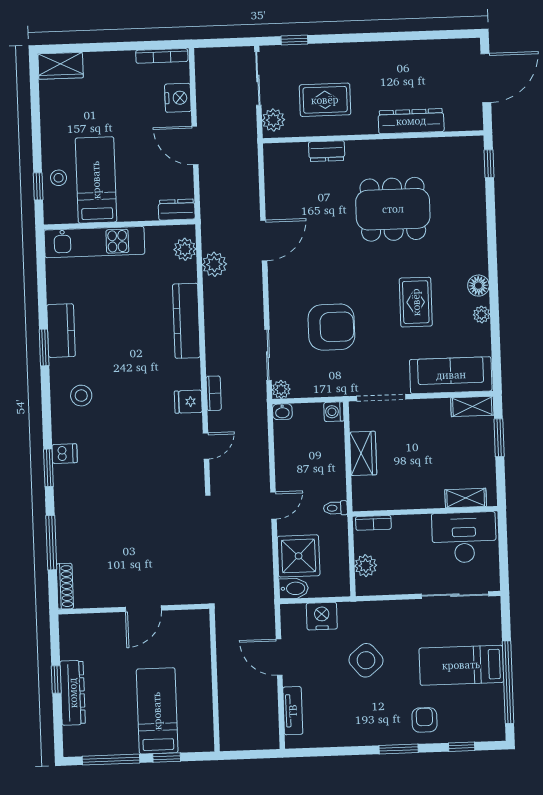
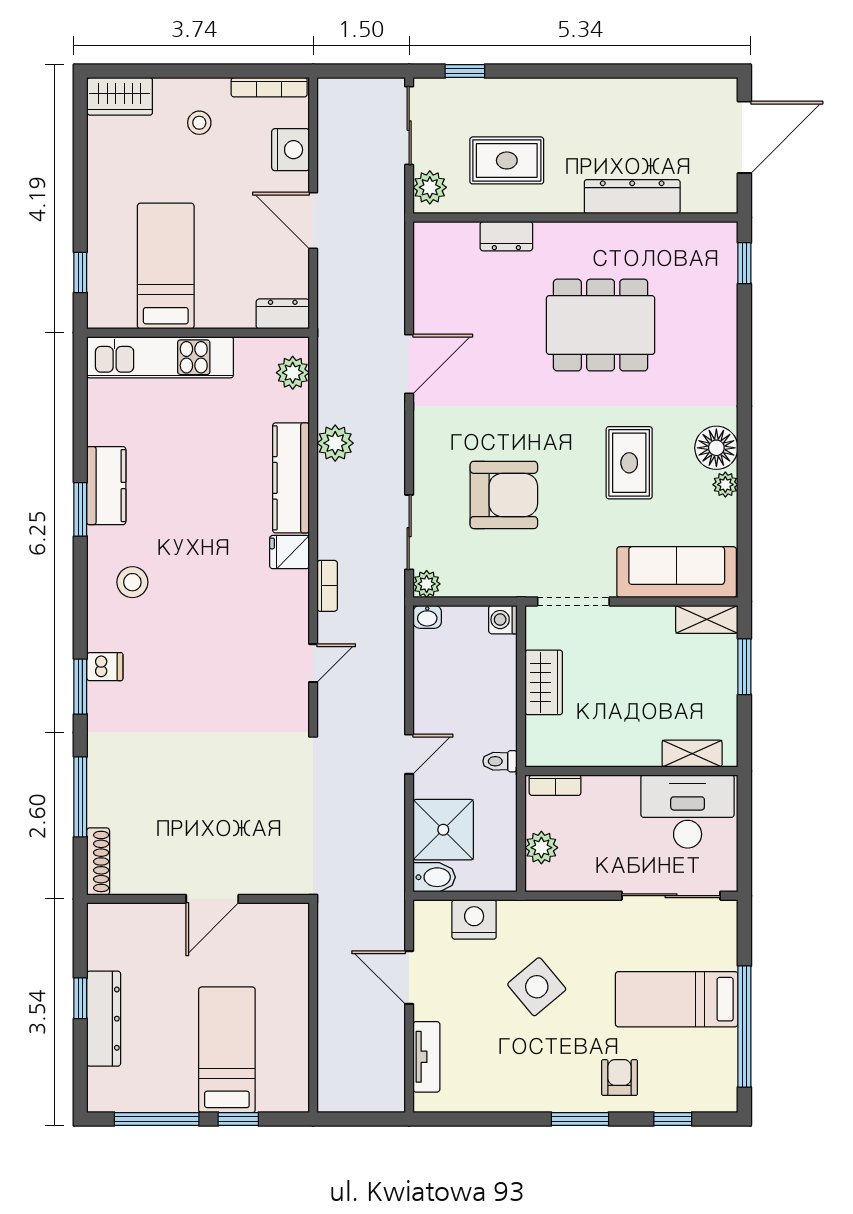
stool: (59, 178) -> (199, 123), moved
plant: (214, 264) -> (335, 443), moved
floor lamp: (478, 286) -> (716, 448), width x1.38, depth x1.38
fridge: (188, 402) -> (289, 552), moved

